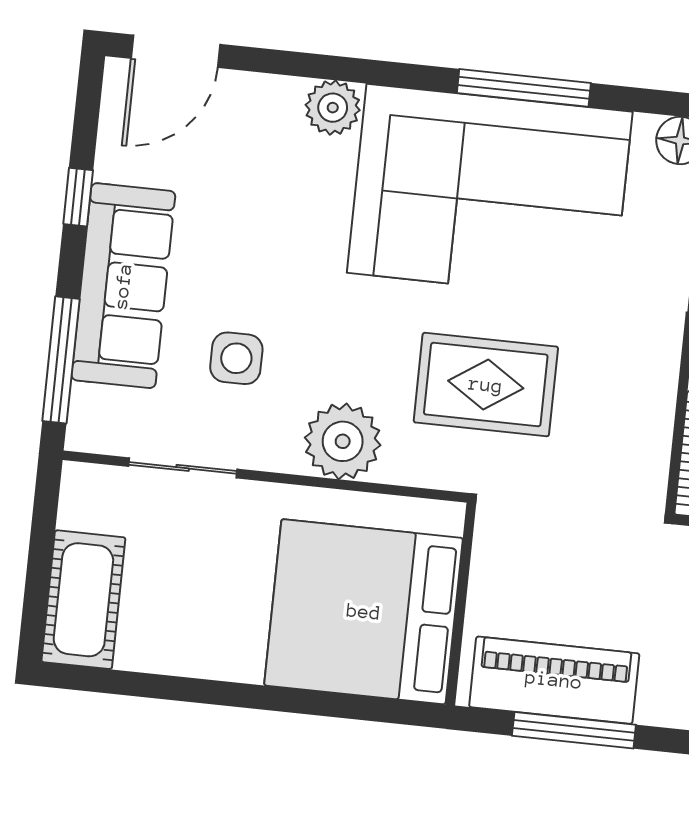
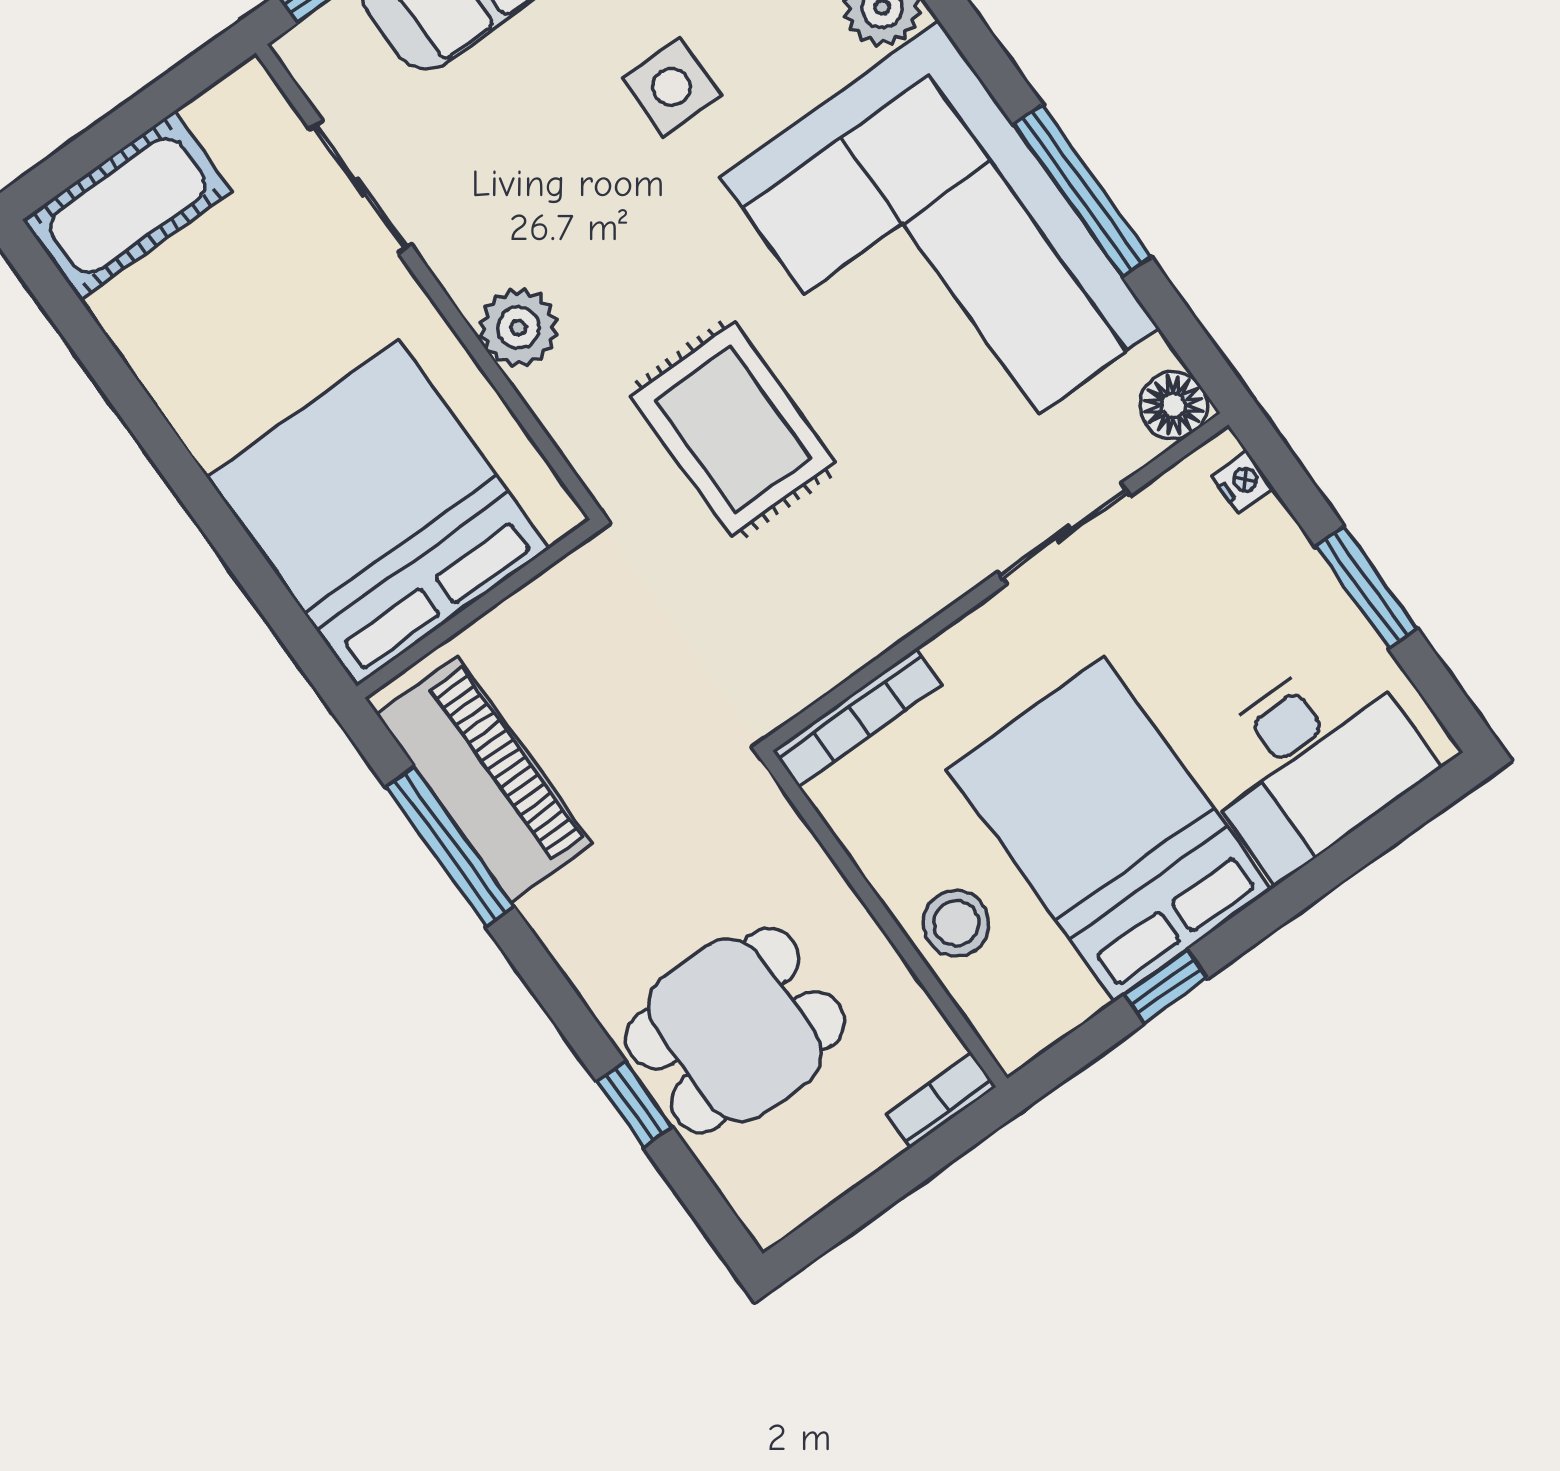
side table: (236, 358) -> (672, 87), moved
plant: (343, 441) -> (518, 328), width x0.73, depth x0.73

